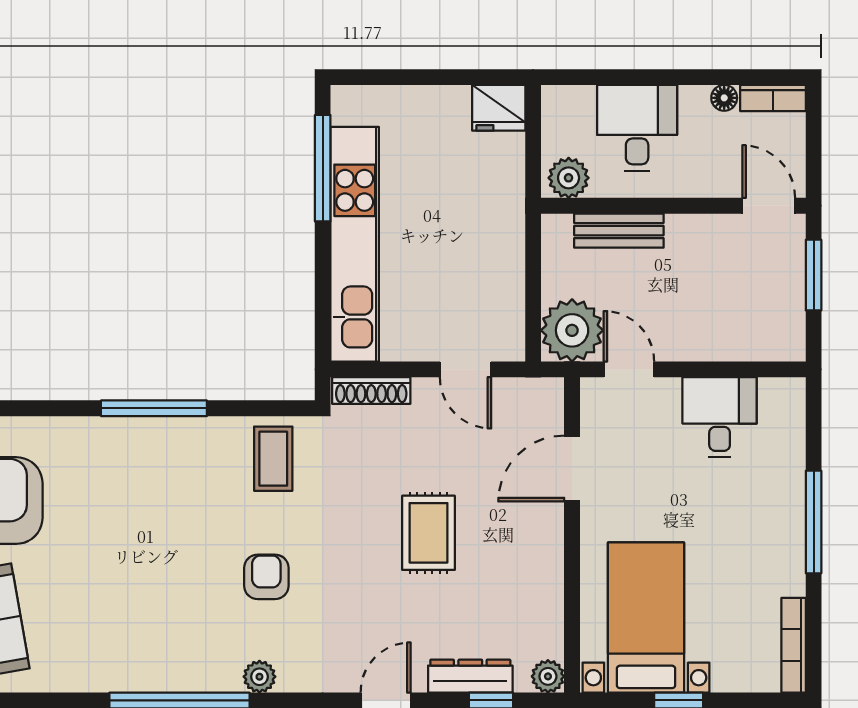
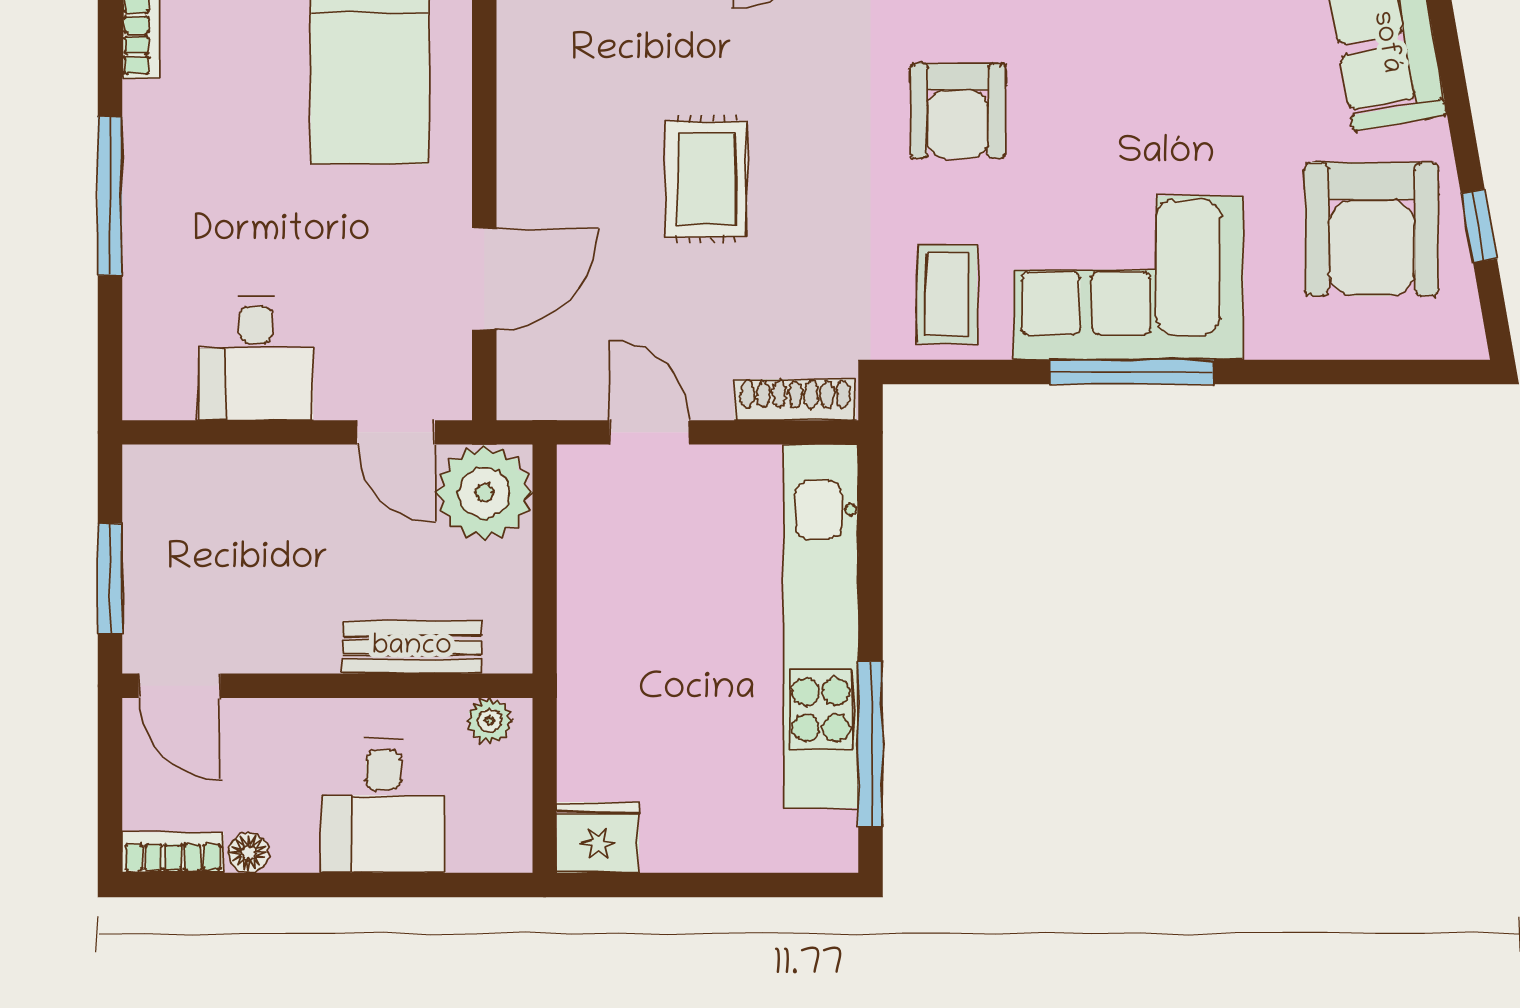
plant: (569, 178) -> (490, 721), width x0.73, depth x0.73
corner sofa: (156, 469) -> (1128, 278), added
armchair: (266, 577) -> (958, 111), width x1.38, depth x1.38

